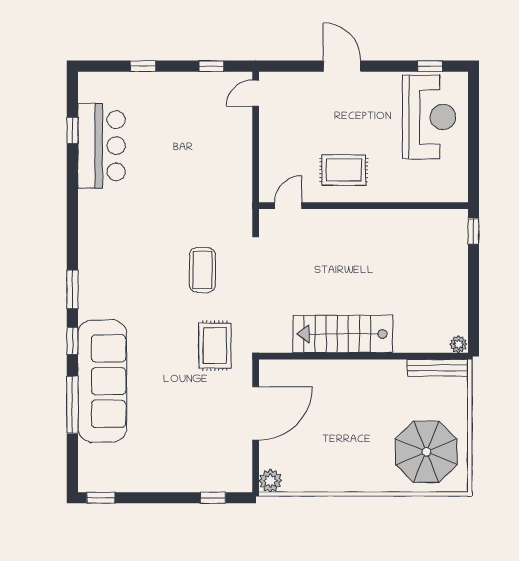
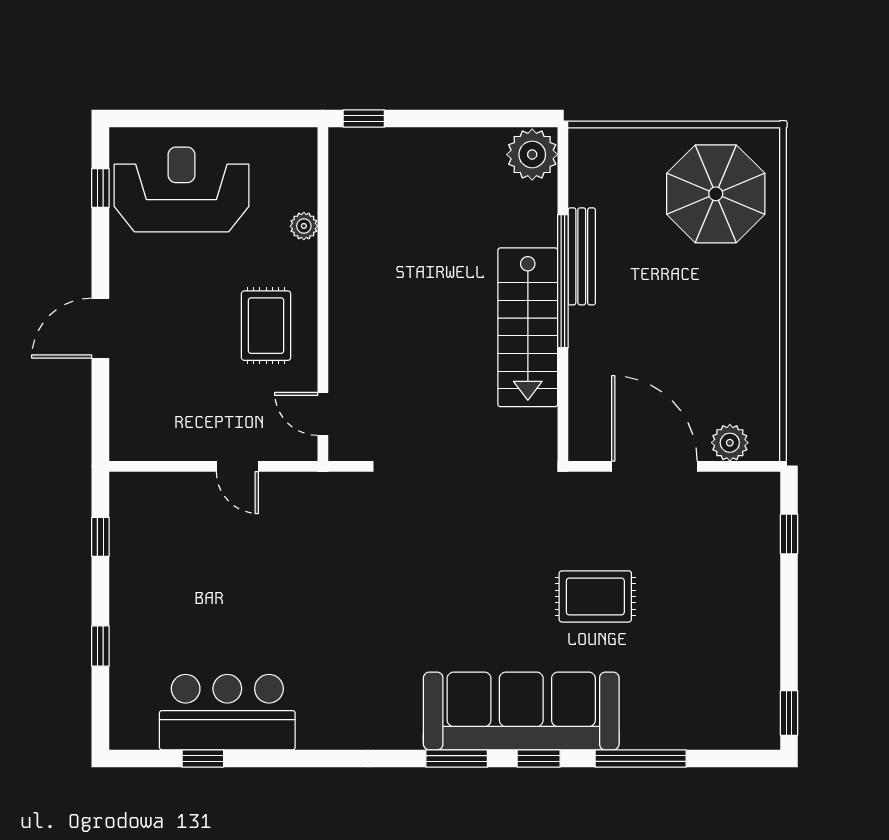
door: (256, 93) -> (237, 466), moved
plant: (406, 194) -> (304, 226), added
coffee table: (202, 270) -> (426, 551), removed
plant: (458, 344) -> (532, 154), width x1.88, depth x1.88
rug: (215, 346) -> (595, 596), moved
window: (372, 356) -> (563, 281), added
bench: (438, 368) -> (582, 256), moved
sofa: (102, 381) -> (521, 711), moved
plant: (270, 481) -> (730, 443), moved

